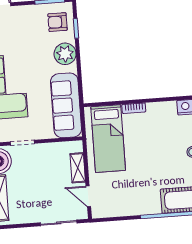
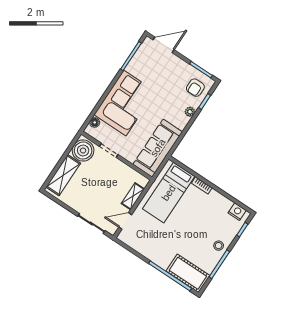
armchair: (57, 22) -> (195, 88), turned -90
plant: (65, 54) -> (190, 112), width x0.53, depth x0.53
door: (88, 196) -> (125, 221), hinge flipped

